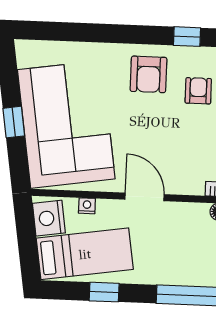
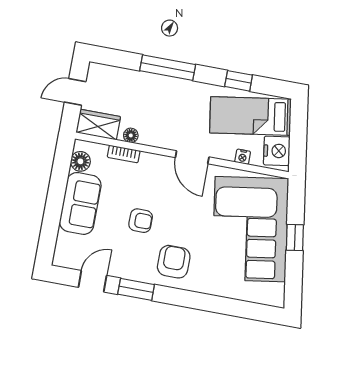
window: (187, 37) -> (136, 289), width x1.50
armchair: (198, 91) -> (141, 221), moved, turned -90

